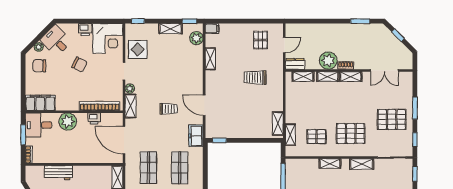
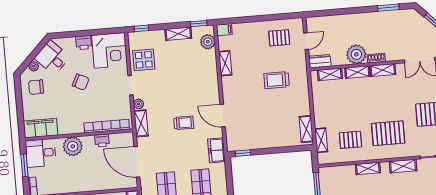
pallet: (260, 40) -> (279, 38), turned 90

